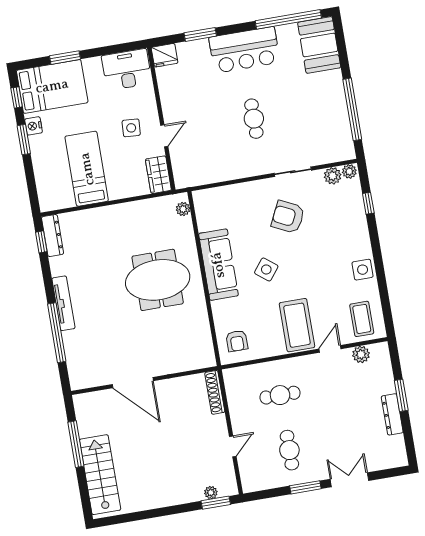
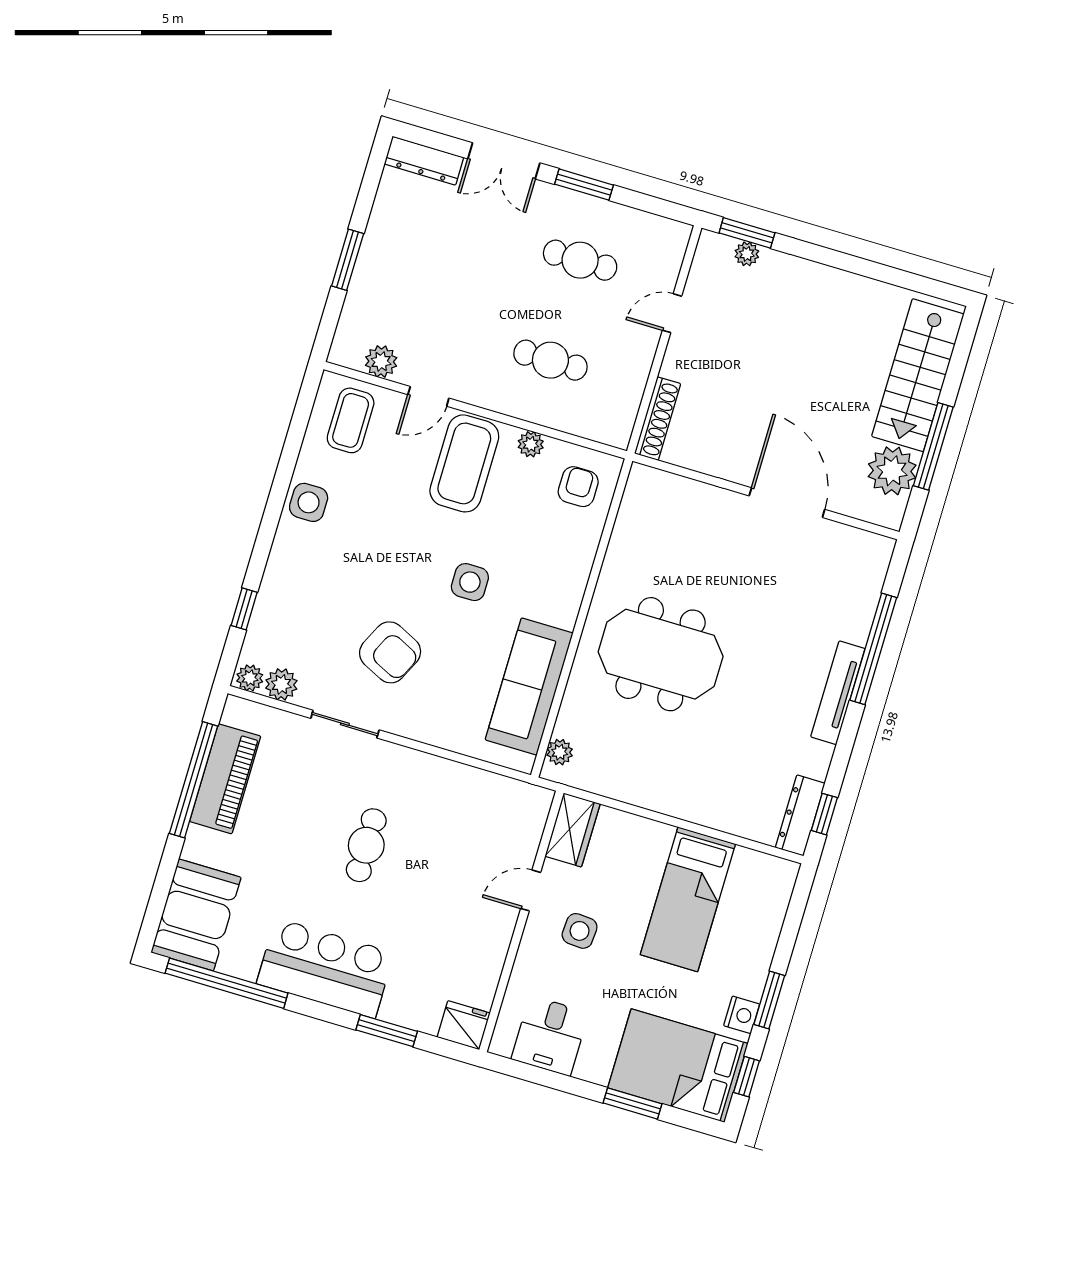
desk: (127, 70) -> (550, 1036), width x0.73
piano: (337, 117) -> (225, 779), added
sofa: (218, 265) -> (529, 686), moved
side table: (266, 269) -> (470, 582), turned -38
plant: (270, 350) -> (531, 444), added
dresser: (392, 414) -> (424, 161), moved, turned 90
plant: (90, 423) -> (892, 471), added
cafe table: (289, 450) -> (580, 260), turned 90

